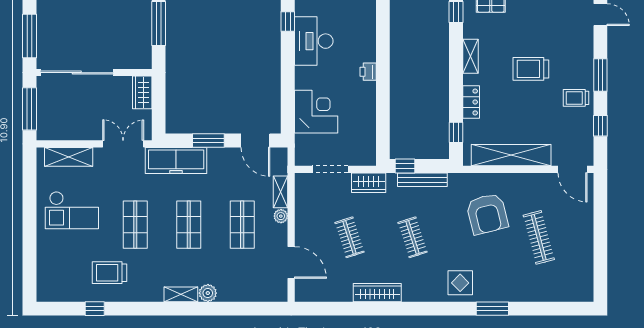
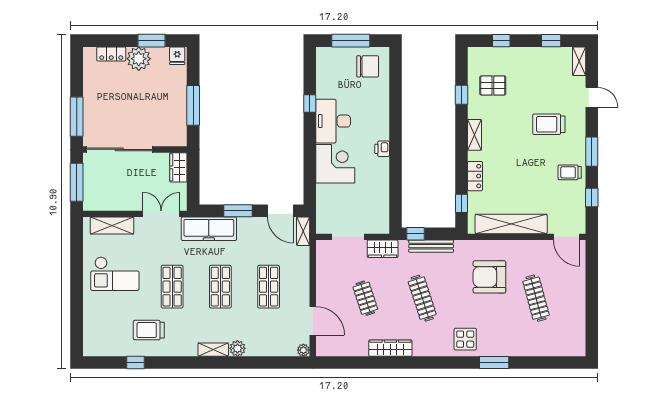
trolley: (531, 69) -> (549, 124), moved
corner desk: (316, 112) -> (335, 164), moved
shelving: (281, 192) -> (303, 231), moved
armchair: (487, 214) -> (489, 277), turned 104
plant: (281, 216) -> (303, 350), moved
clothes rail: (413, 237) -> (422, 298), width x1.36

